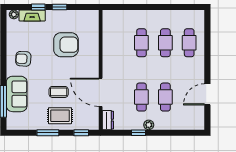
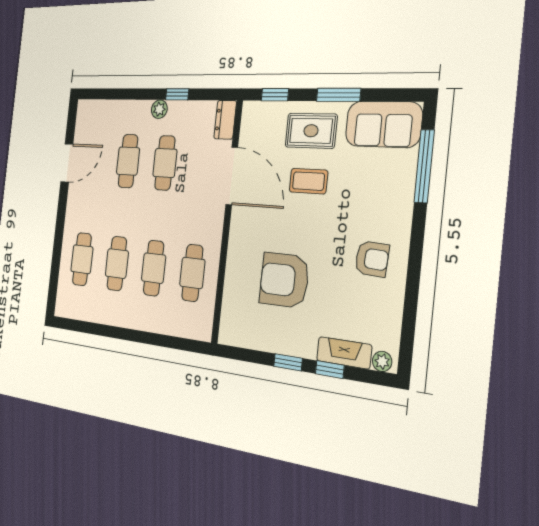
cafe table: (118, 43) -> (192, 273), added
sofa: (17, 94) -> (383, 124), moved, turned -90

